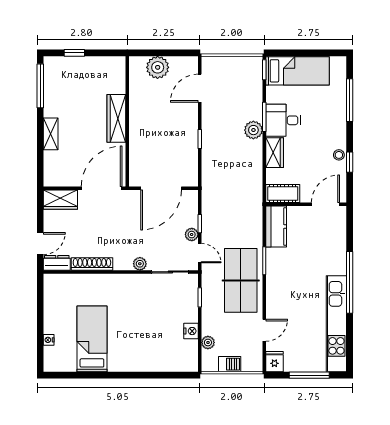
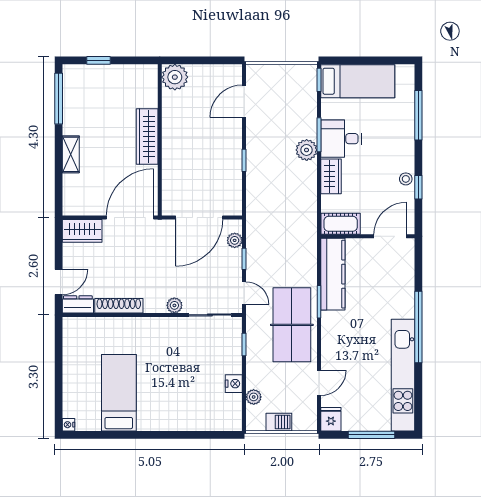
plant: (158, 67) -> (175, 77), moved
kitchen counter: (276, 227) -> (333, 274), width x1.50
plant: (192, 235) -> (235, 240), moved
nightstand: (49, 340) -> (68, 425), moved

